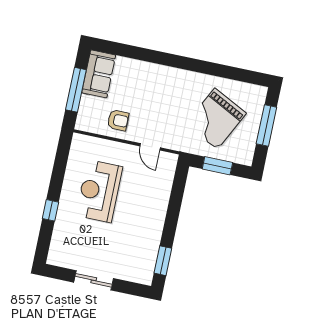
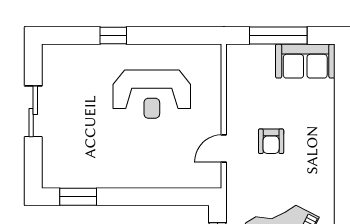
armchair: (118, 120) -> (271, 141), moved
reception desk: (99, 191) -> (152, 94), turned 180

